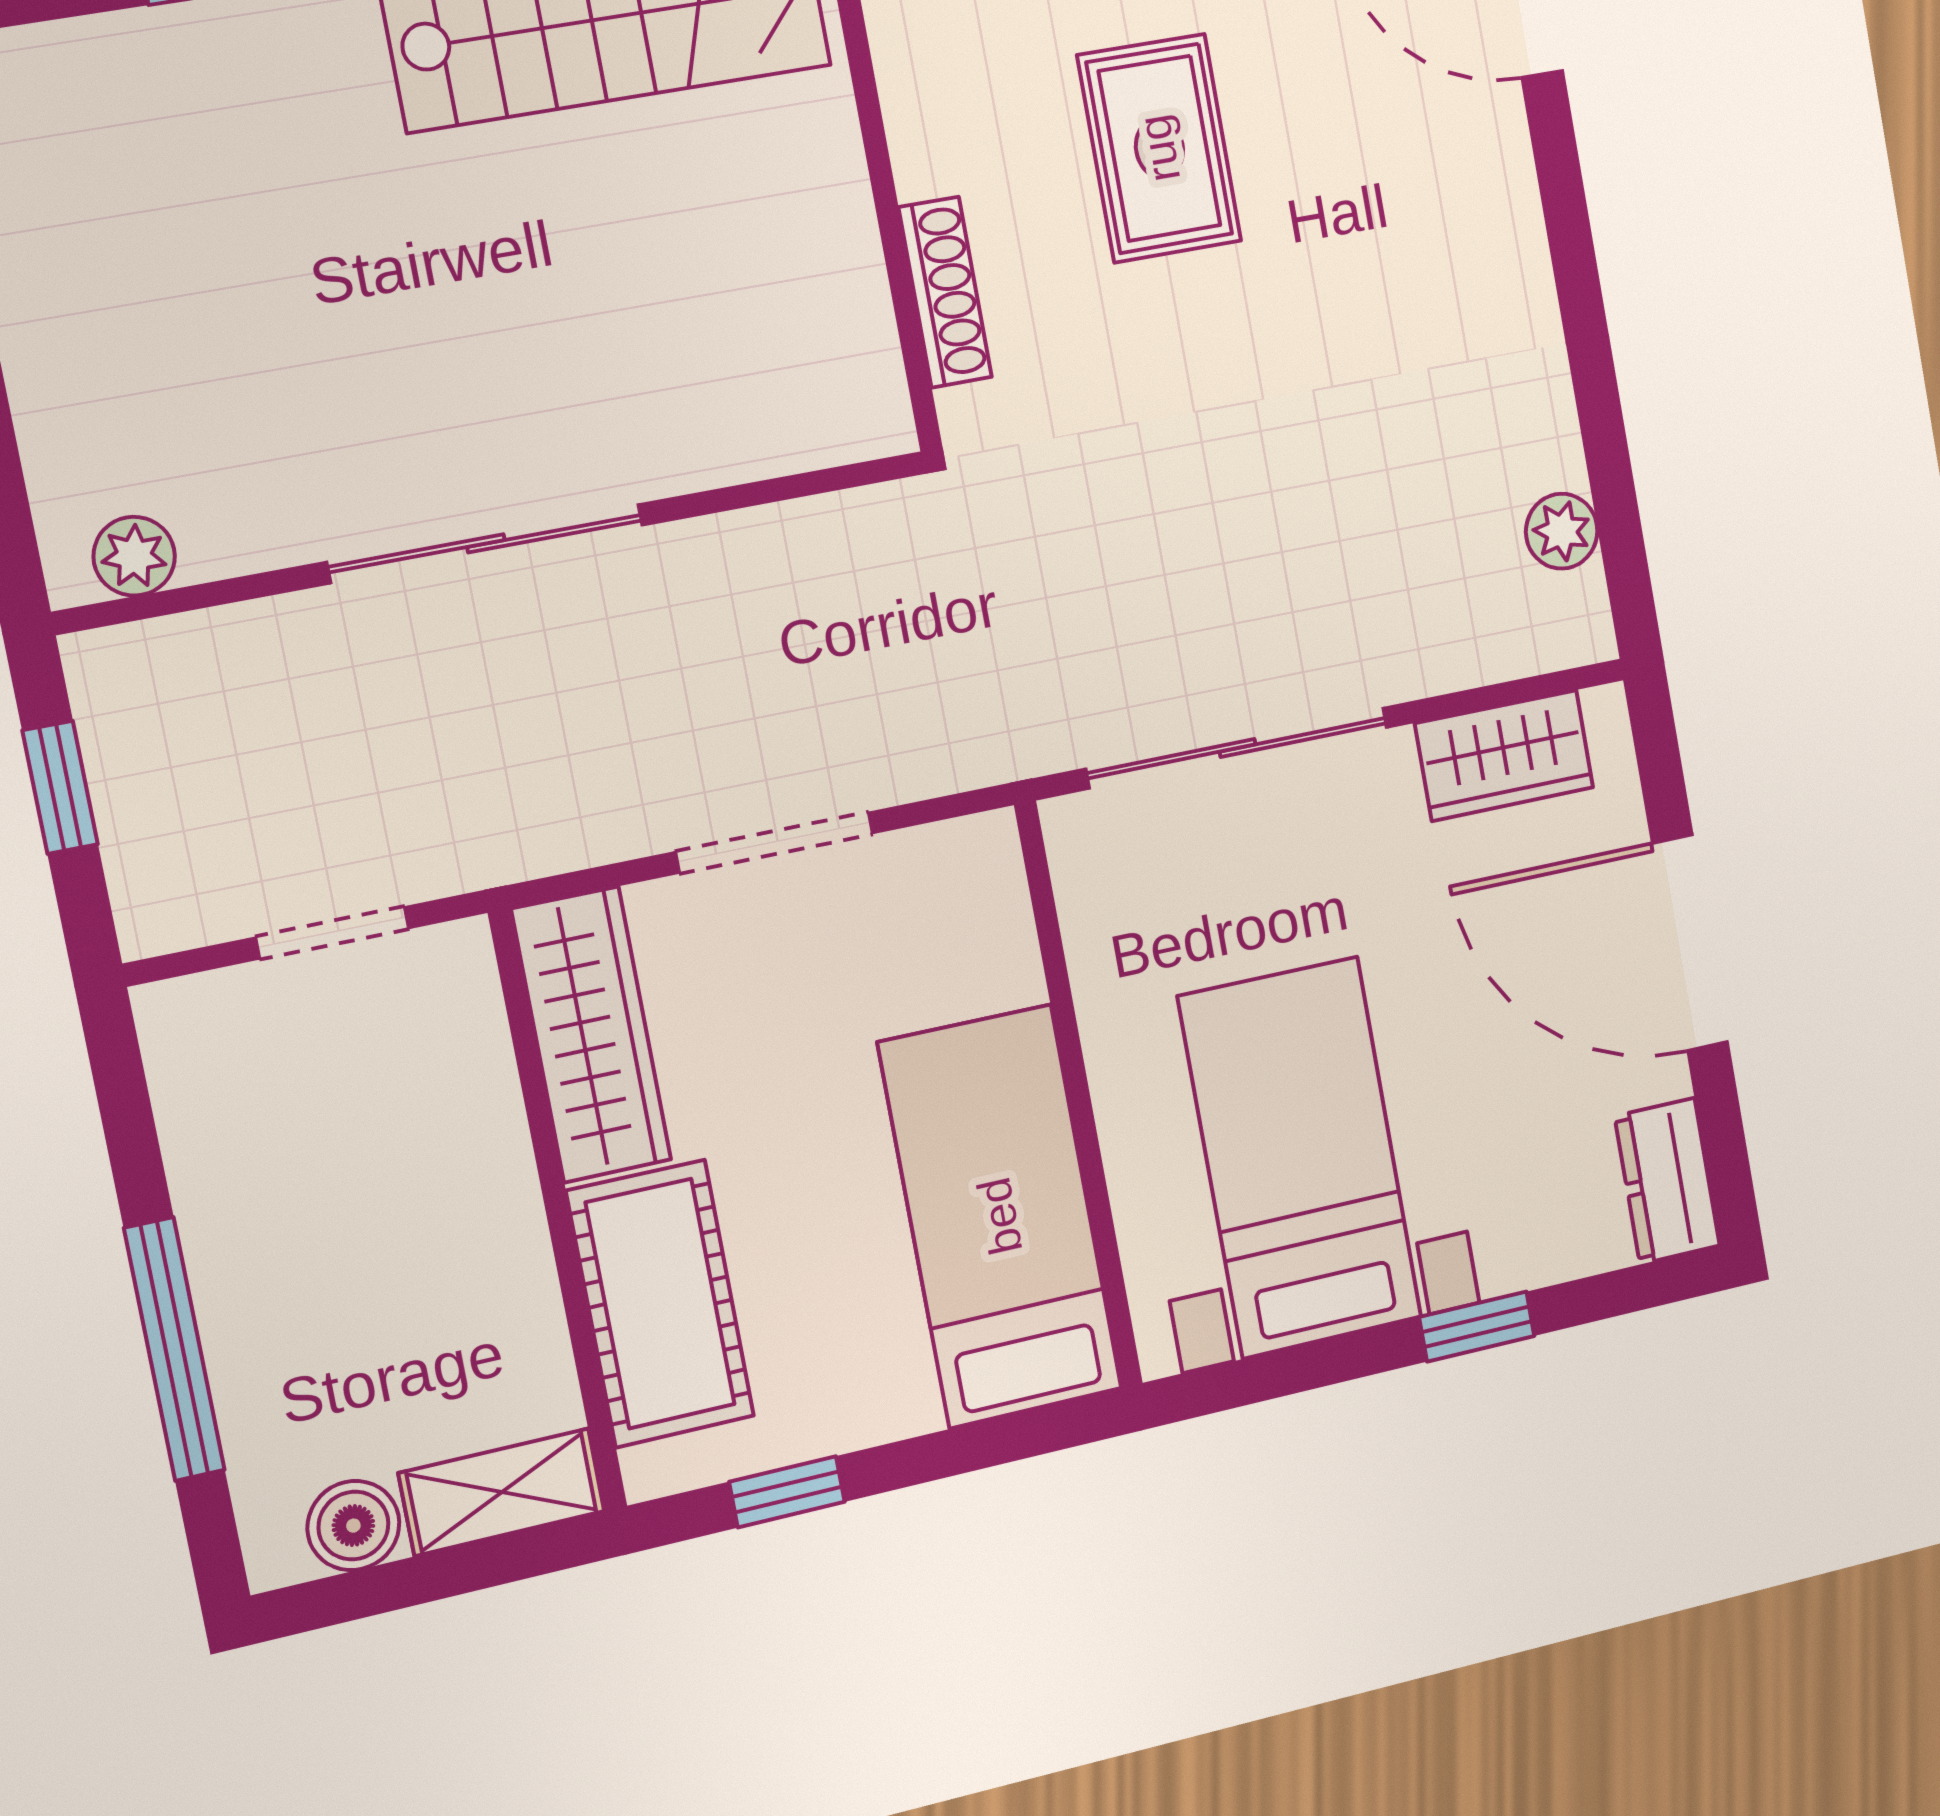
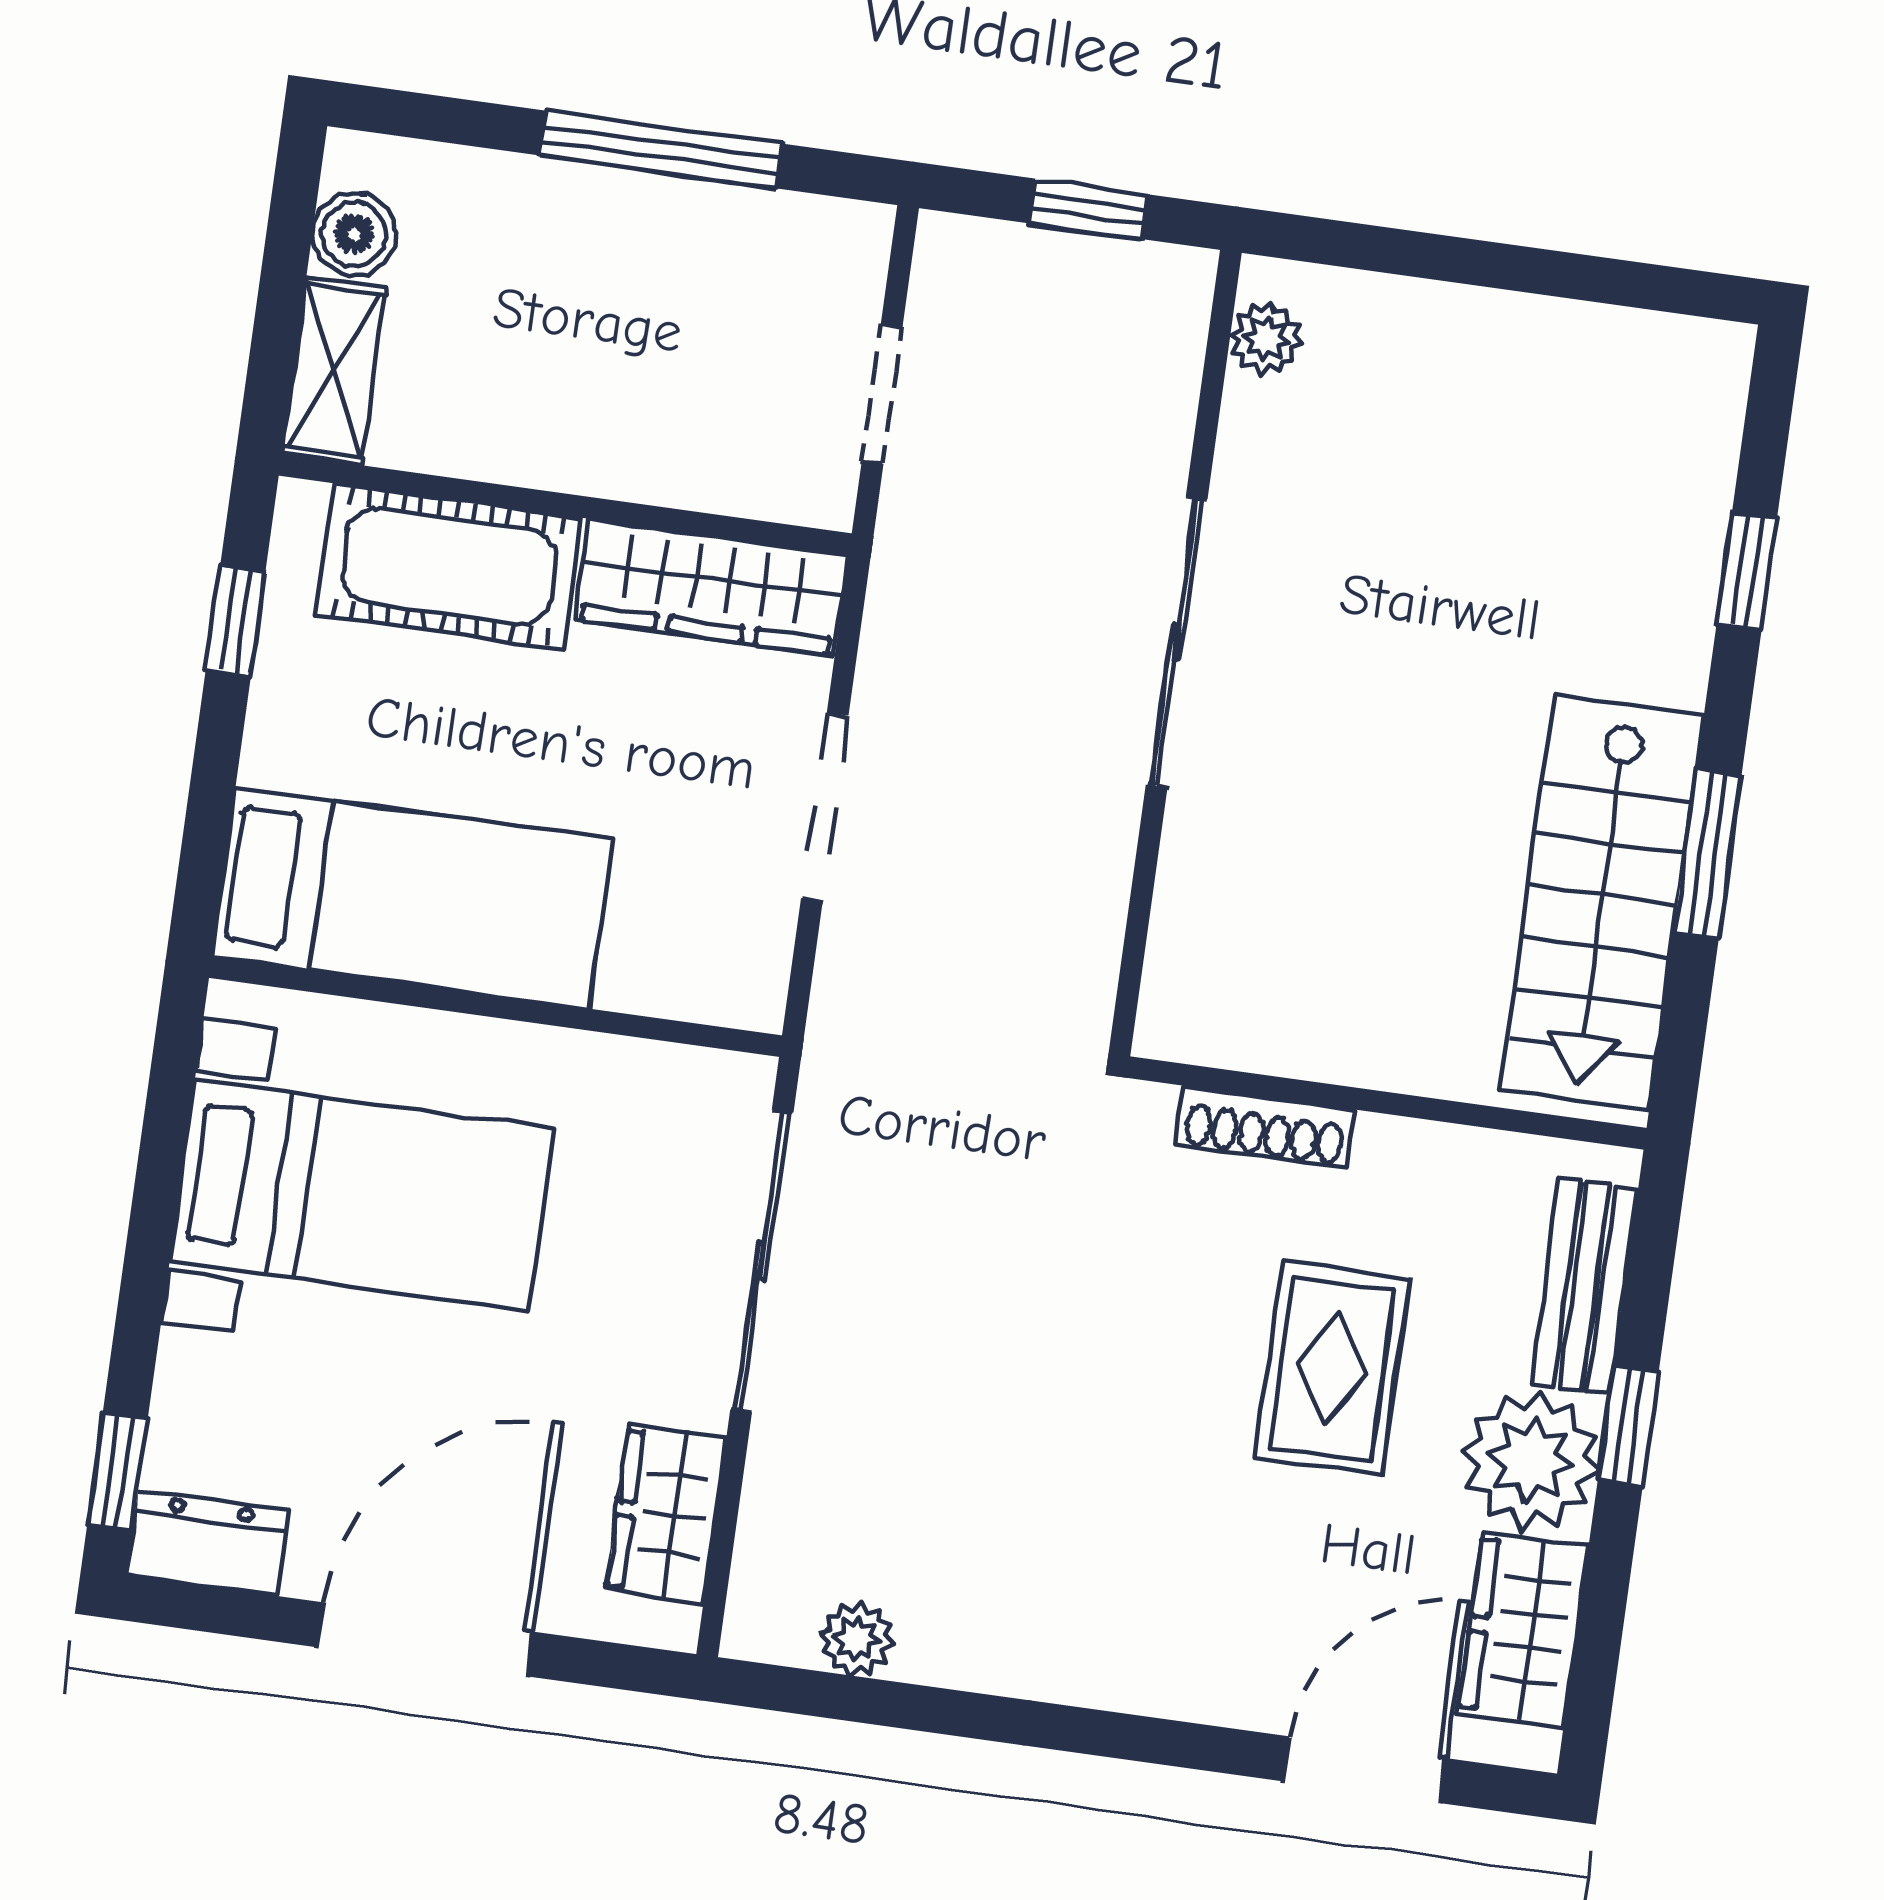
rug: (1159, 148) -> (1332, 1369), turned 90
window: (1477, 1327) -> (118, 1471), moved
window: (174, 1349) -> (661, 149), moved

